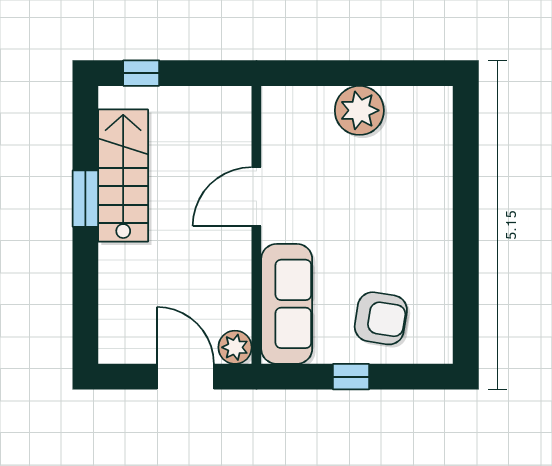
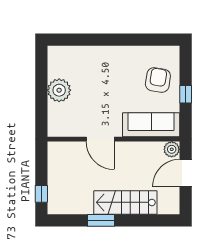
stairs: (123, 176) -> (125, 202), moved

